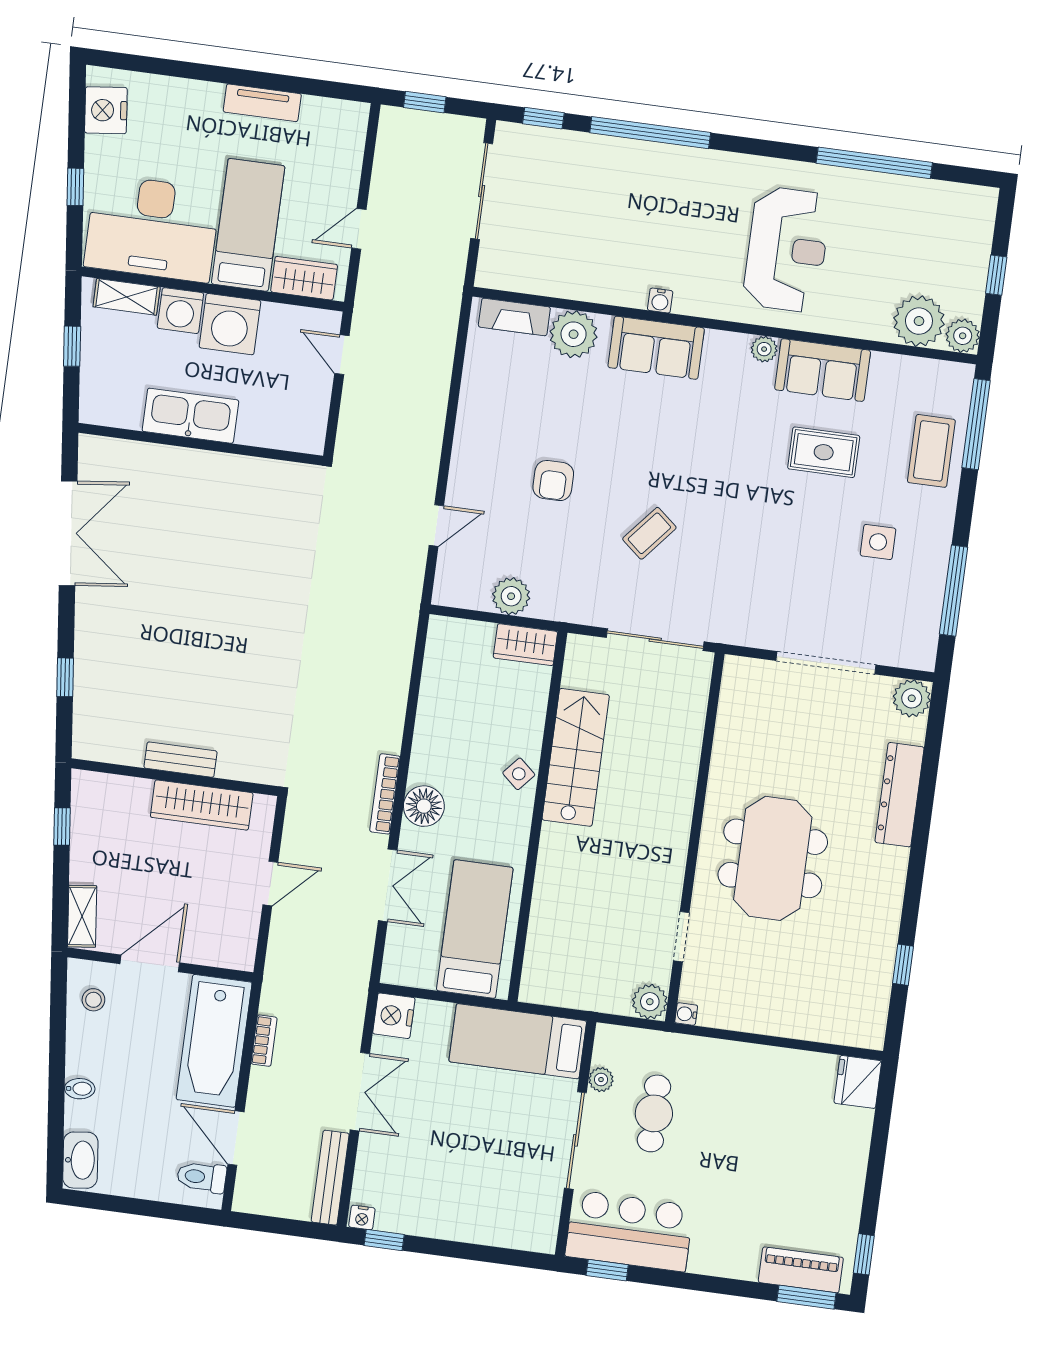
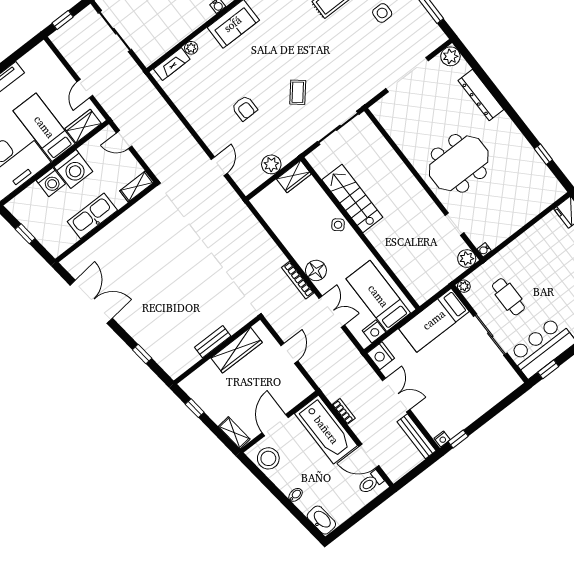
shelving: (127, 297) -> (137, 186), moved
plant: (574, 334) -> (191, 48), width x0.53, depth x0.53
meeting table: (773, 858) -> (459, 163), turned 90
nightstand: (419, 972) -> (374, 331), added
stool: (93, 1000) -> (268, 458), width x1.89, depth x1.89
plant: (601, 1080) -> (464, 286), moved

